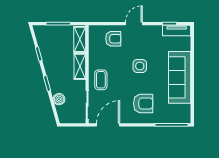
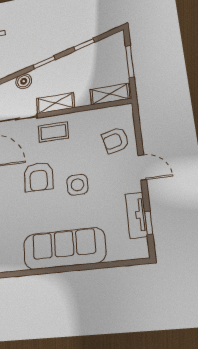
tv unit: (177, 31) -> (136, 215), moved
armchair: (113, 39) -> (116, 140), turned 76
shelving: (80, 66) -> (55, 103), moved
armchair: (143, 103) -> (38, 177), moved

